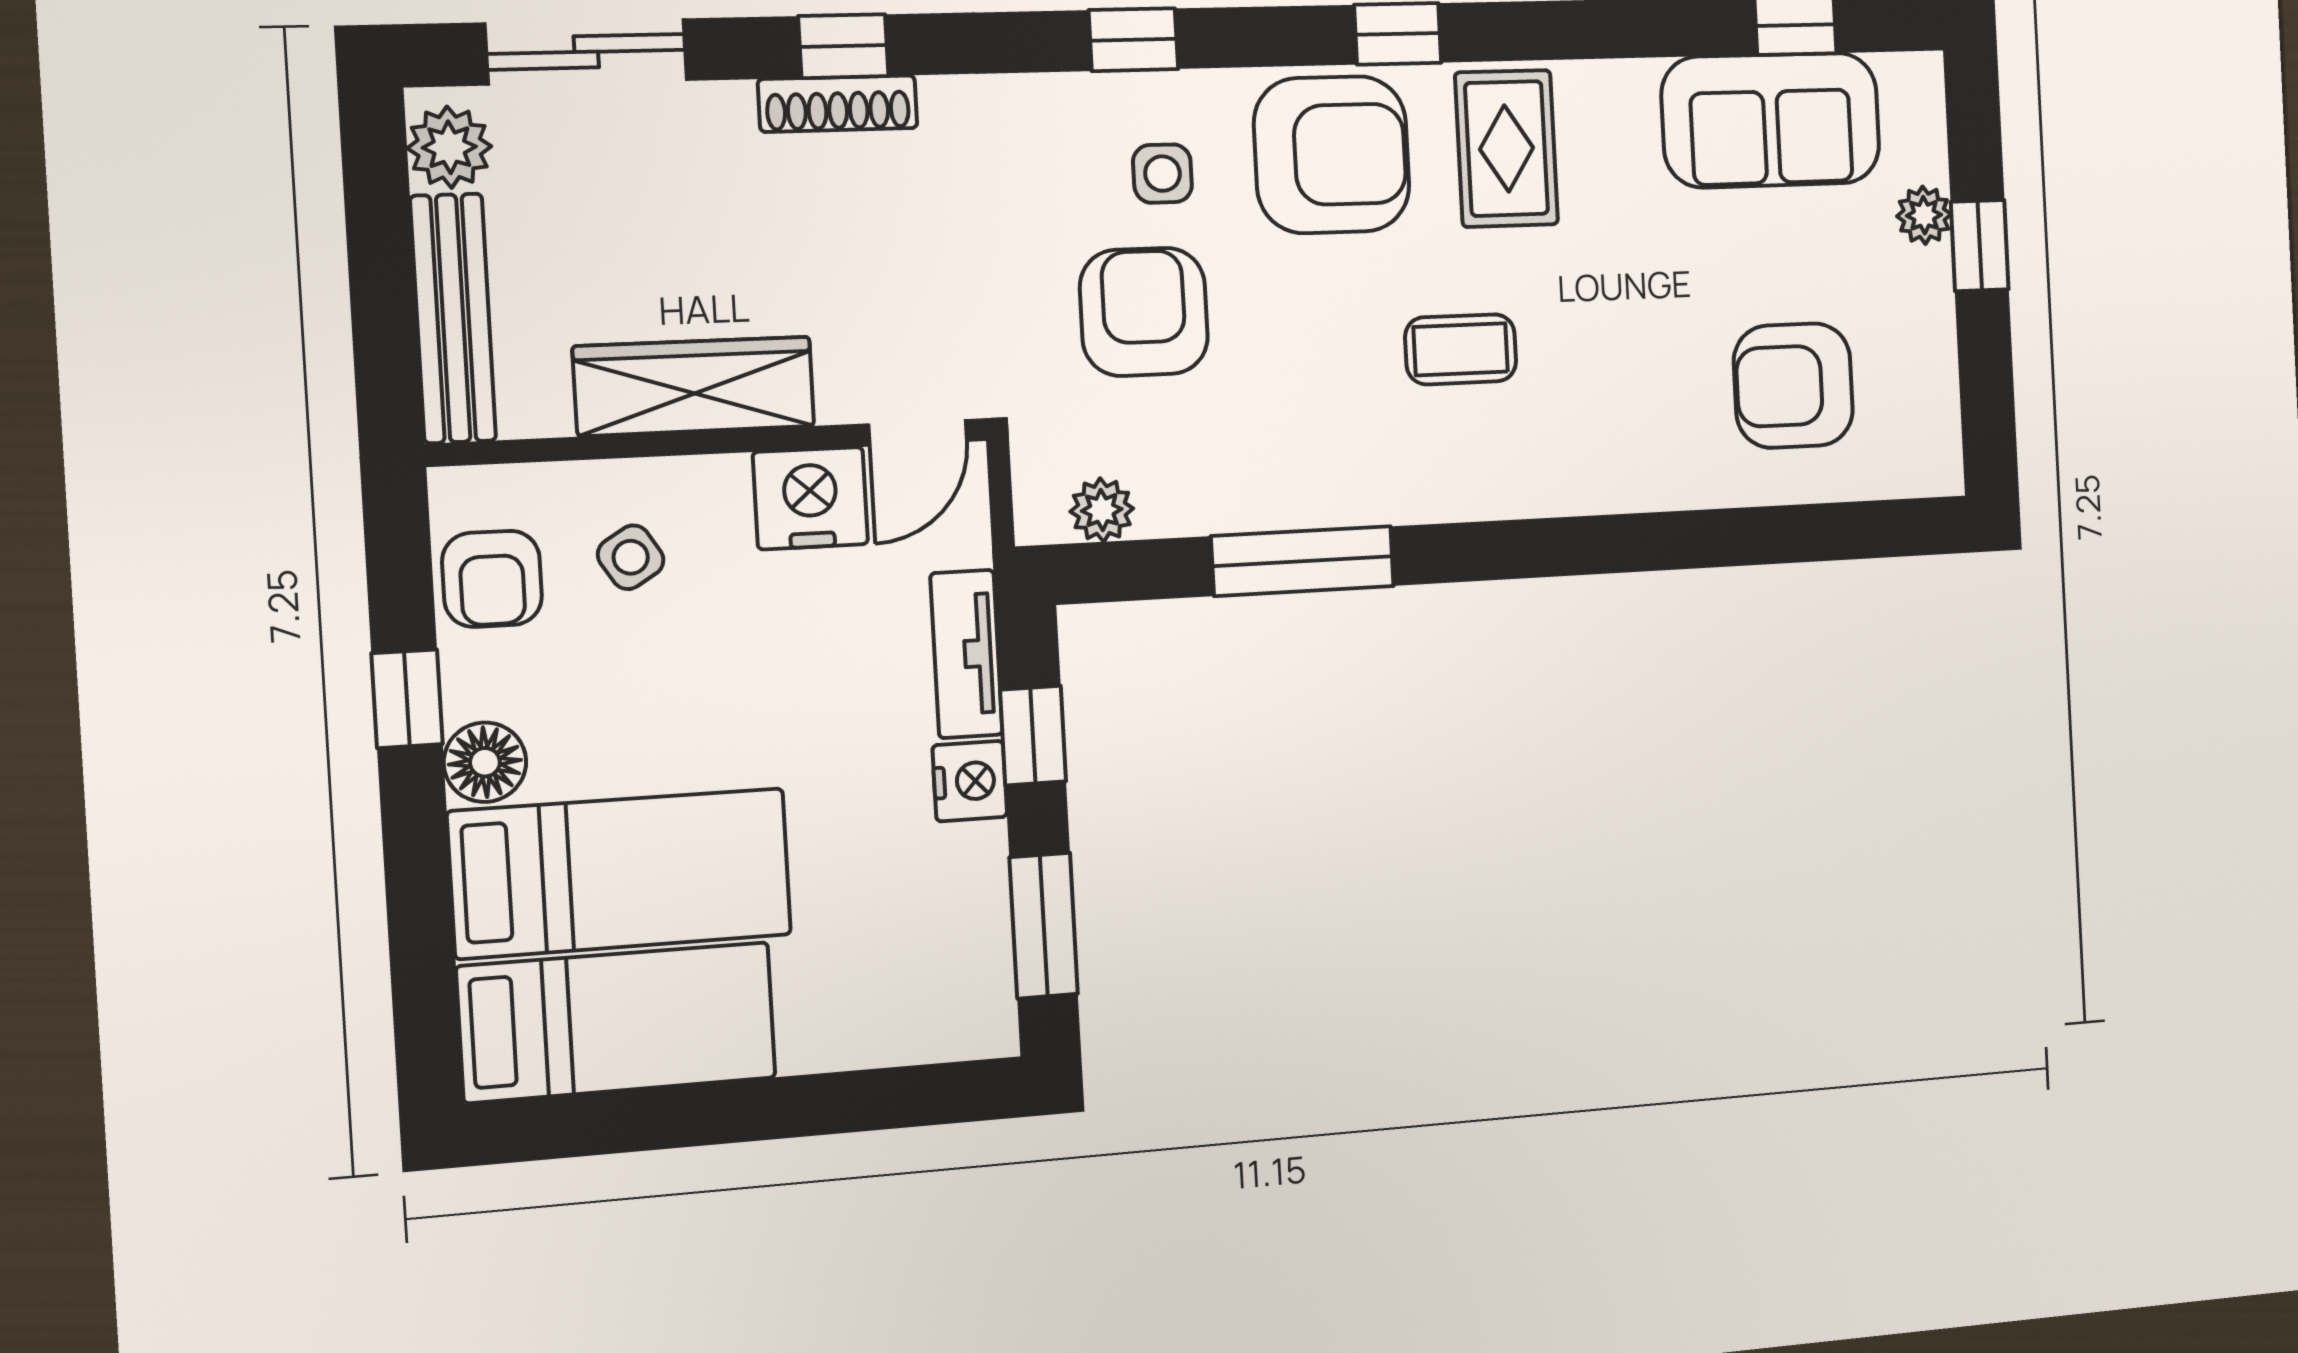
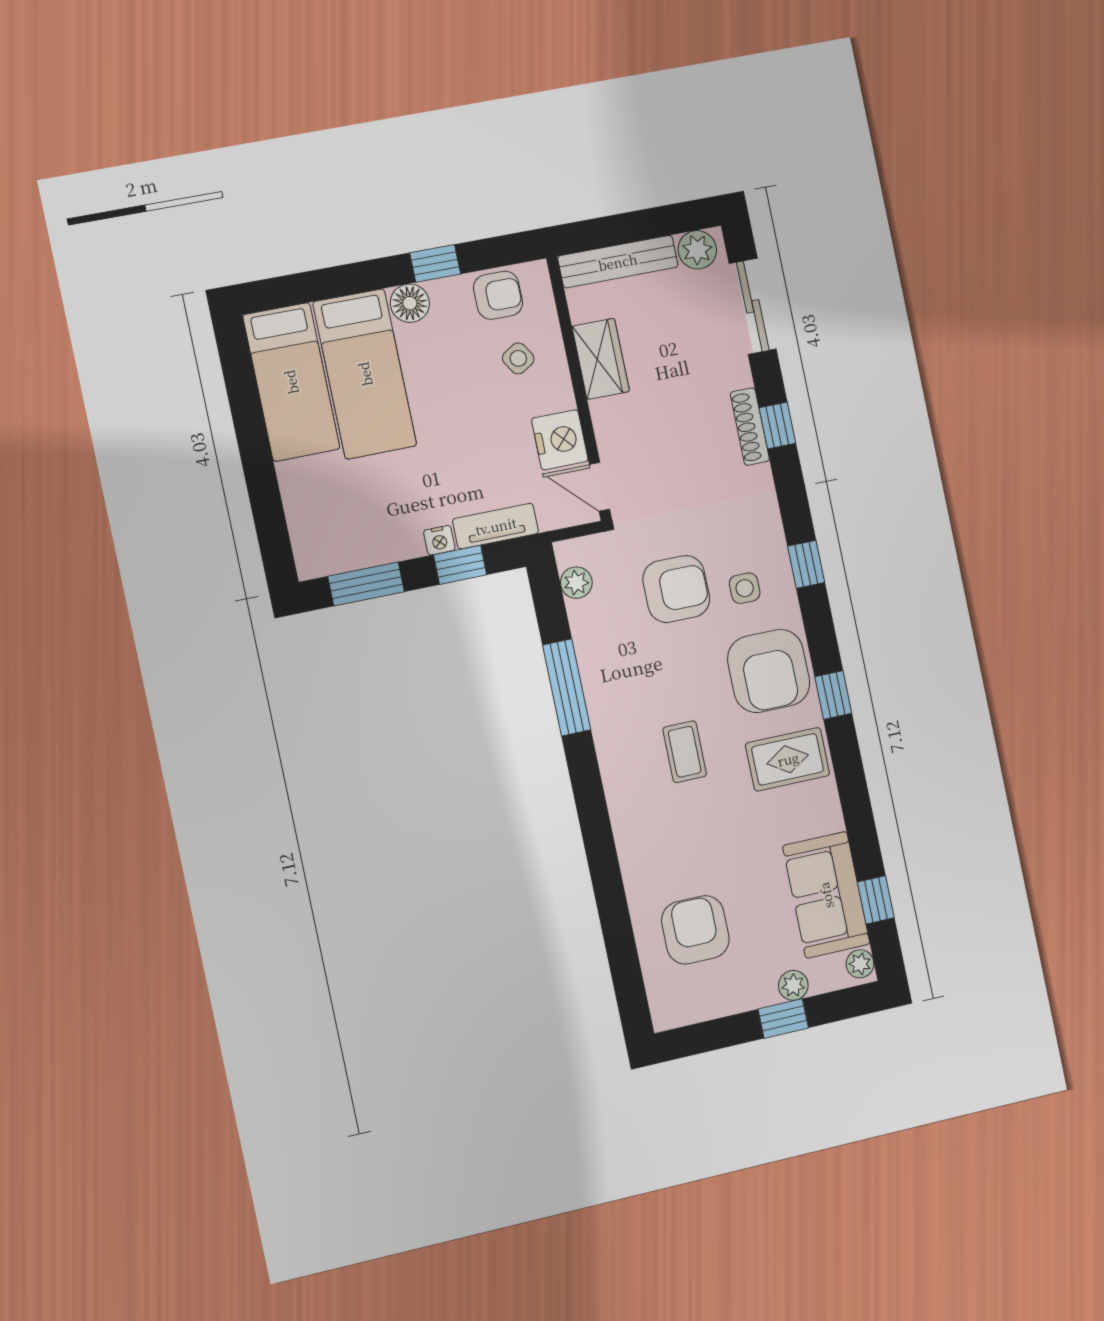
plant: (1907, 79) -> (860, 964), added
wardrobe: (694, 386) -> (601, 359), width x0.67
armchair: (492, 579) -> (498, 295), turned 180
nightstand: (970, 781) -> (439, 540), width x0.72, depth x0.74

